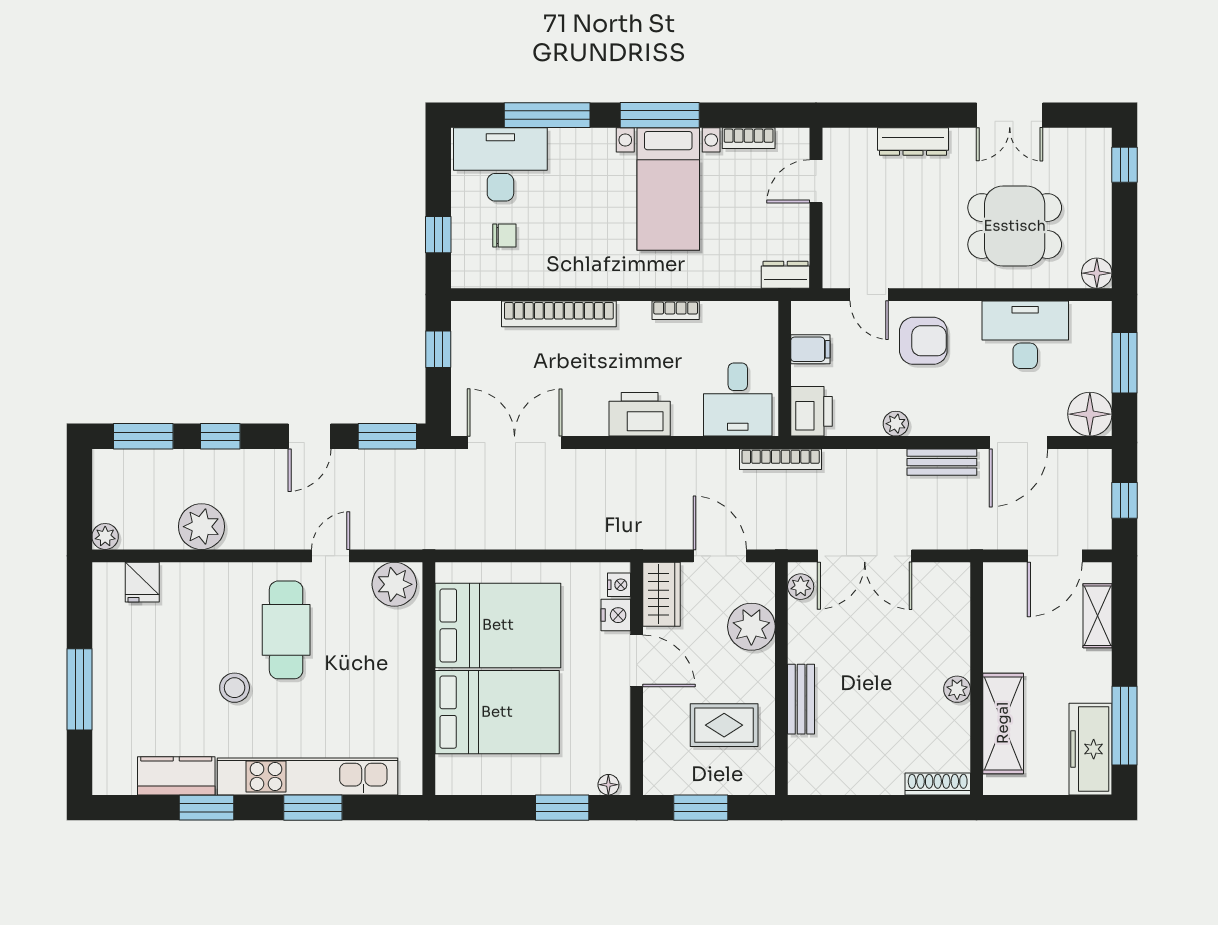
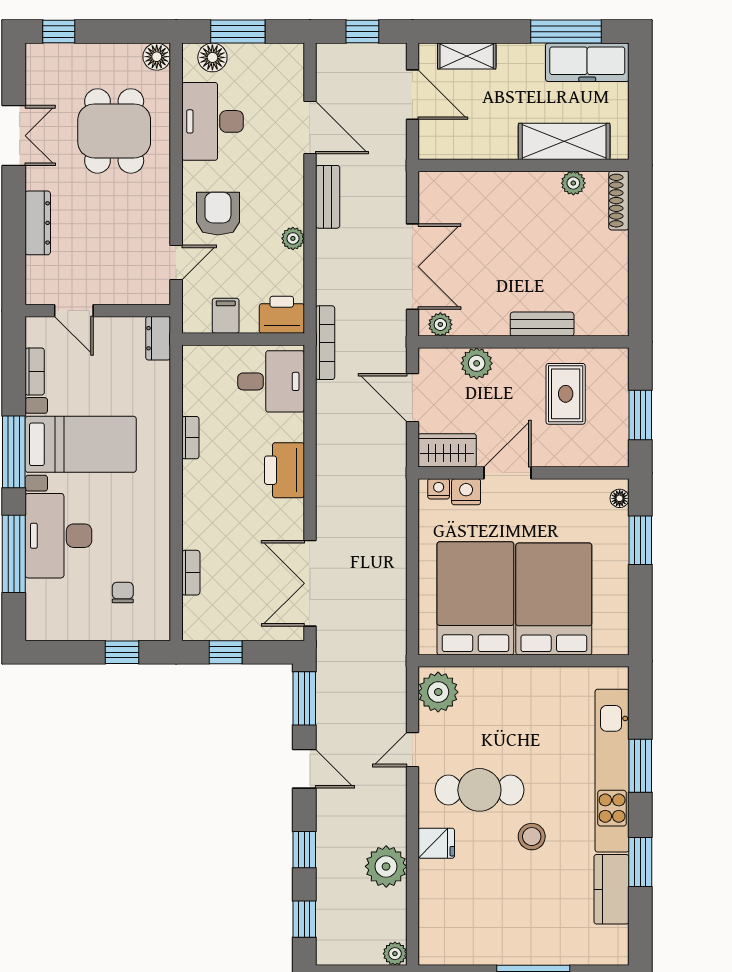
desk: (500, 164) -> (58, 536), moved
bookcase: (559, 314) -> (191, 573), width x0.43, depth x0.76
floor lamp: (1090, 414) -> (212, 57), moved, width x0.73, depth x0.73
window: (143, 436) -> (304, 919), width x0.67
door: (331, 556) -> (412, 750), hinge flipped
door: (720, 556) -> (412, 398), hinge flipped
fridge: (142, 582) -> (436, 843), moved
plant: (751, 627) -> (477, 363), width x0.73, depth x0.73
plant: (957, 689) -> (573, 183), moved

